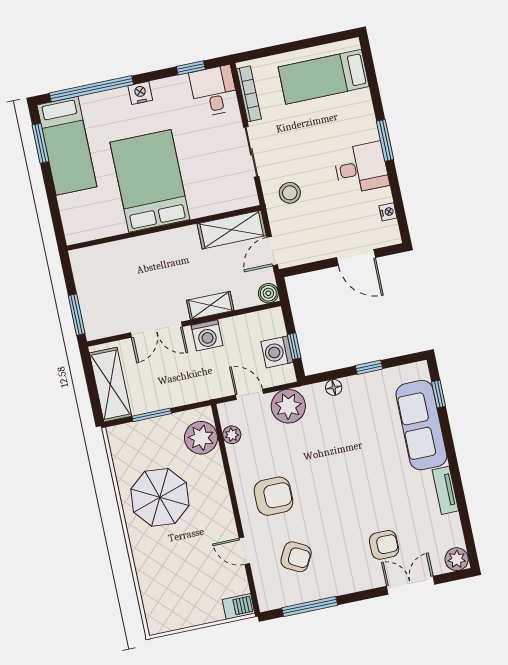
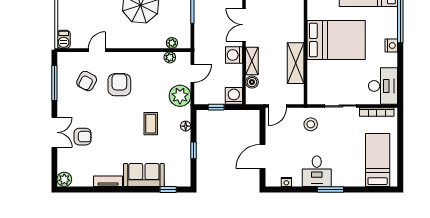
window: (191, 68) -> (400, 80), removed
desk: (214, 91) -> (383, 86), width x1.37
shelving: (232, 230) -> (296, 63), moved
door: (272, 251) -> (277, 106), swing flipped
boiler: (268, 293) -> (252, 82), moved
washing machine: (277, 352) -> (234, 96), moved
sofa: (421, 425) -> (144, 175), width x0.73
plant: (201, 438) -> (172, 43), width x0.53, depth x0.53
coffee table: (341, 443) -> (151, 124), added
armchair: (273, 496) -> (119, 85), moved, turned 180
armchair: (384, 545) -> (83, 137), turned -90
double door: (411, 585) -> (54, 132), moved

